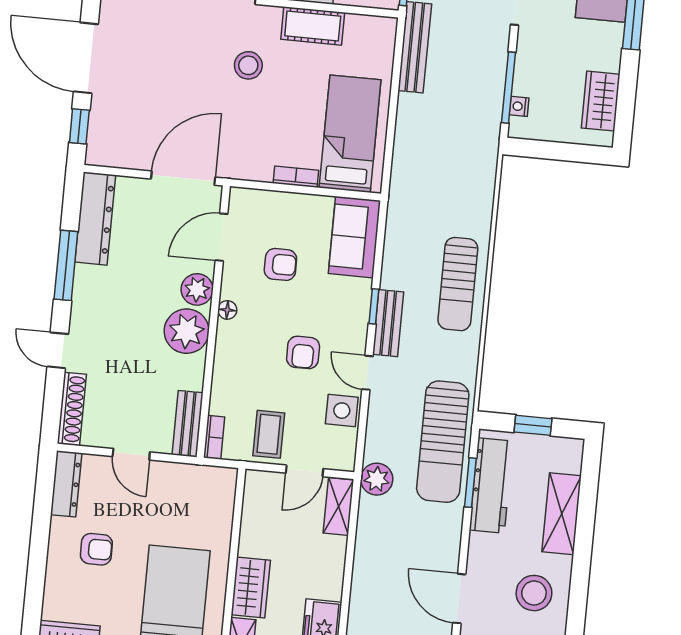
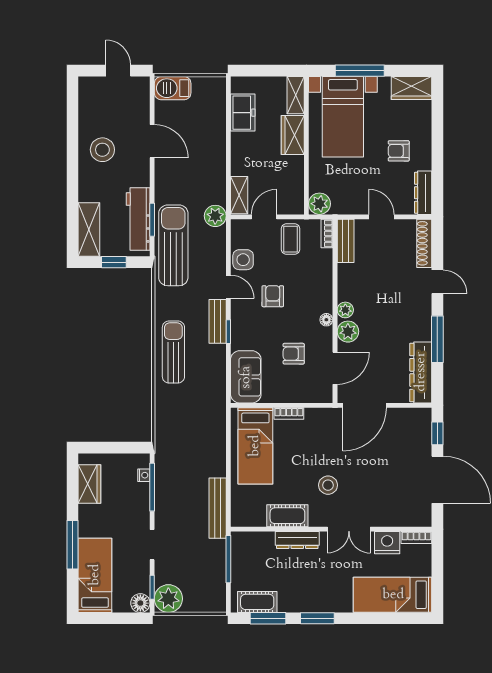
plant: (187, 331) -> (345, 310), width x0.53, depth x0.53
plant: (221, 482) -> (319, 204), added
shelving: (562, 514) -> (89, 230), moved

